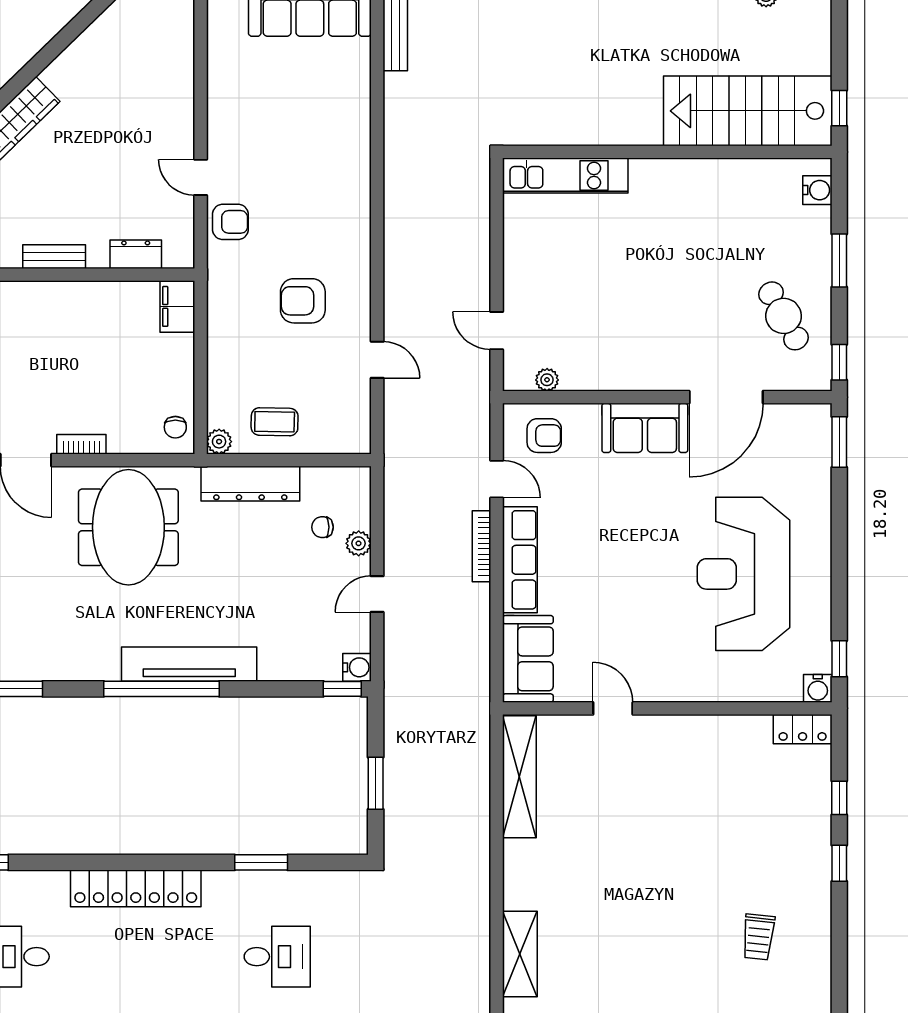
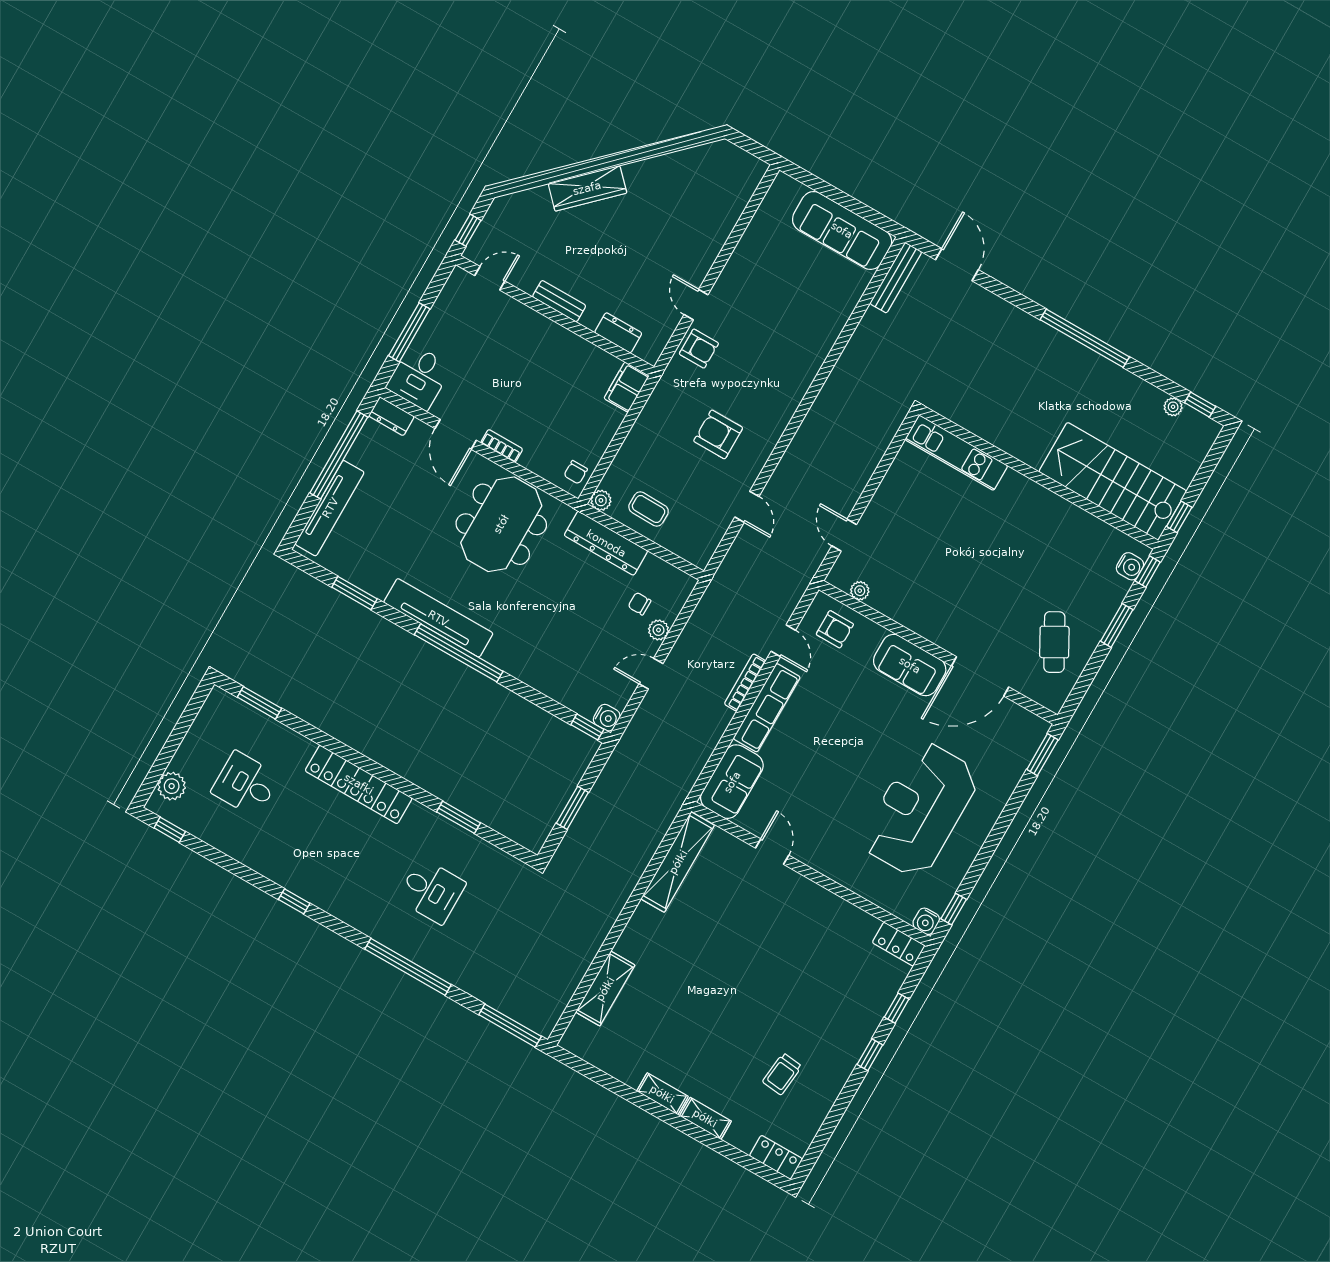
window: (839, 362) -> (1148, 571), moved
tv unit: (189, 664) -> (438, 618), moved

